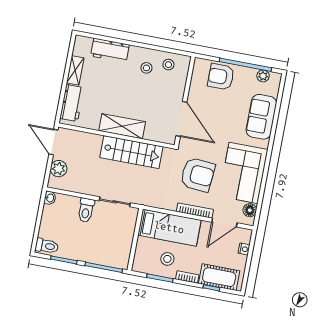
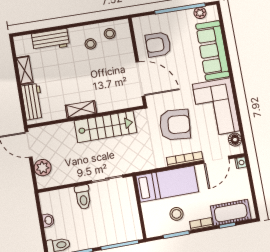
armchair: (221, 77) -> (158, 44), moved
sofa: (261, 117) -> (213, 50), width x1.36
shelving: (122, 126) -> (81, 109), width x0.67, depth x0.75
washbasin: (50, 198) -> (48, 220), moved
nightstand: (244, 249) -> (241, 163), moved

